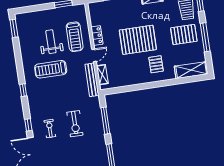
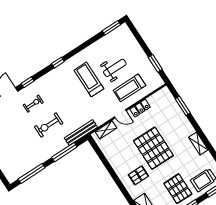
bench: (92, 80) -> (81, 133), moved

